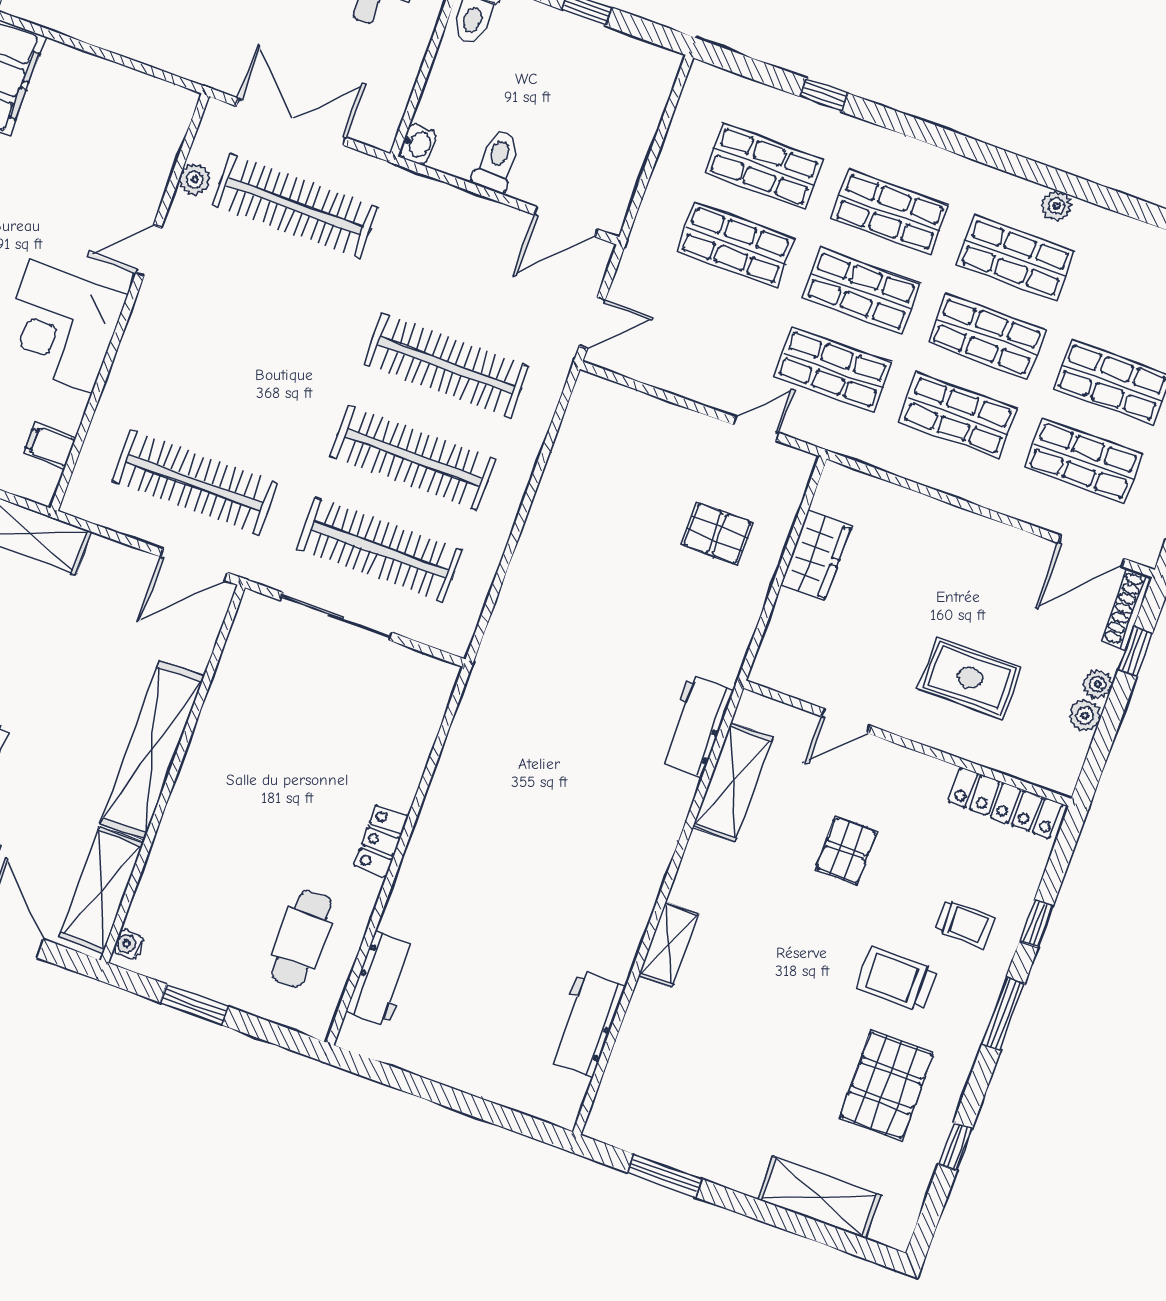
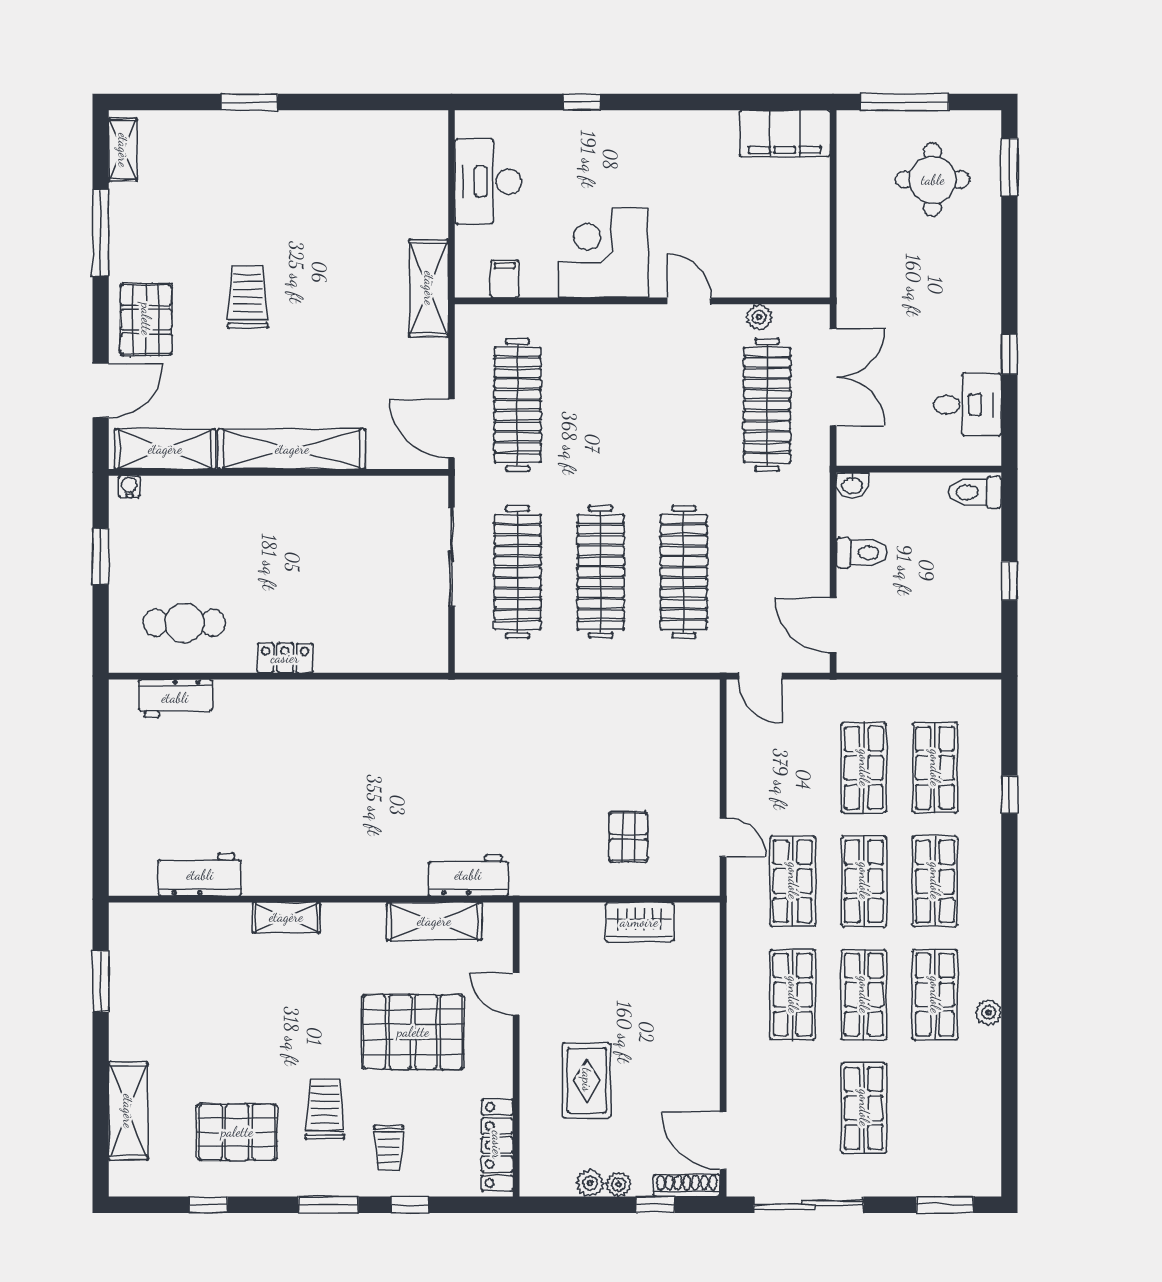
shop shelf: (1084, 461) -> (793, 1108), removed
pallet: (846, 850) -> (413, 1032), width x2.05, depth x2.00

